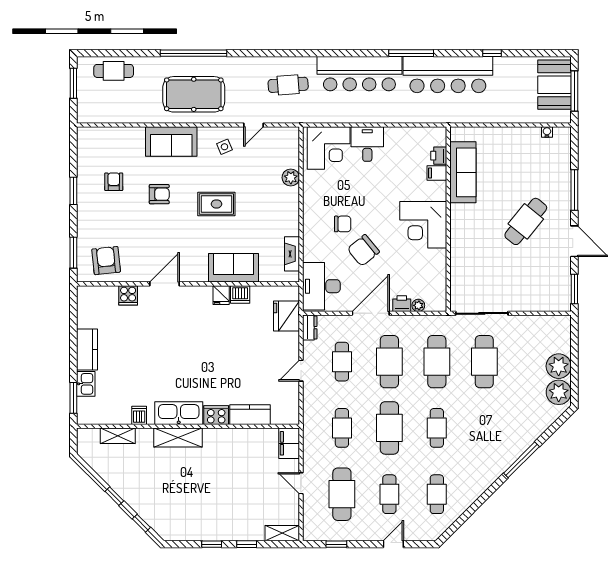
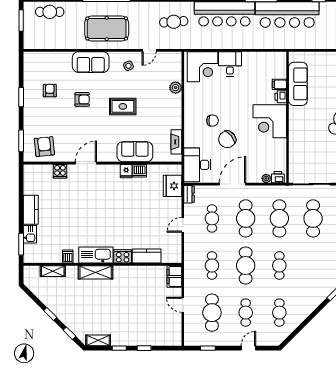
printer: (439, 156) -> (281, 97), moved
printer: (402, 304) -> (278, 177), moved
shelving: (282, 533) -> (98, 340), moved

